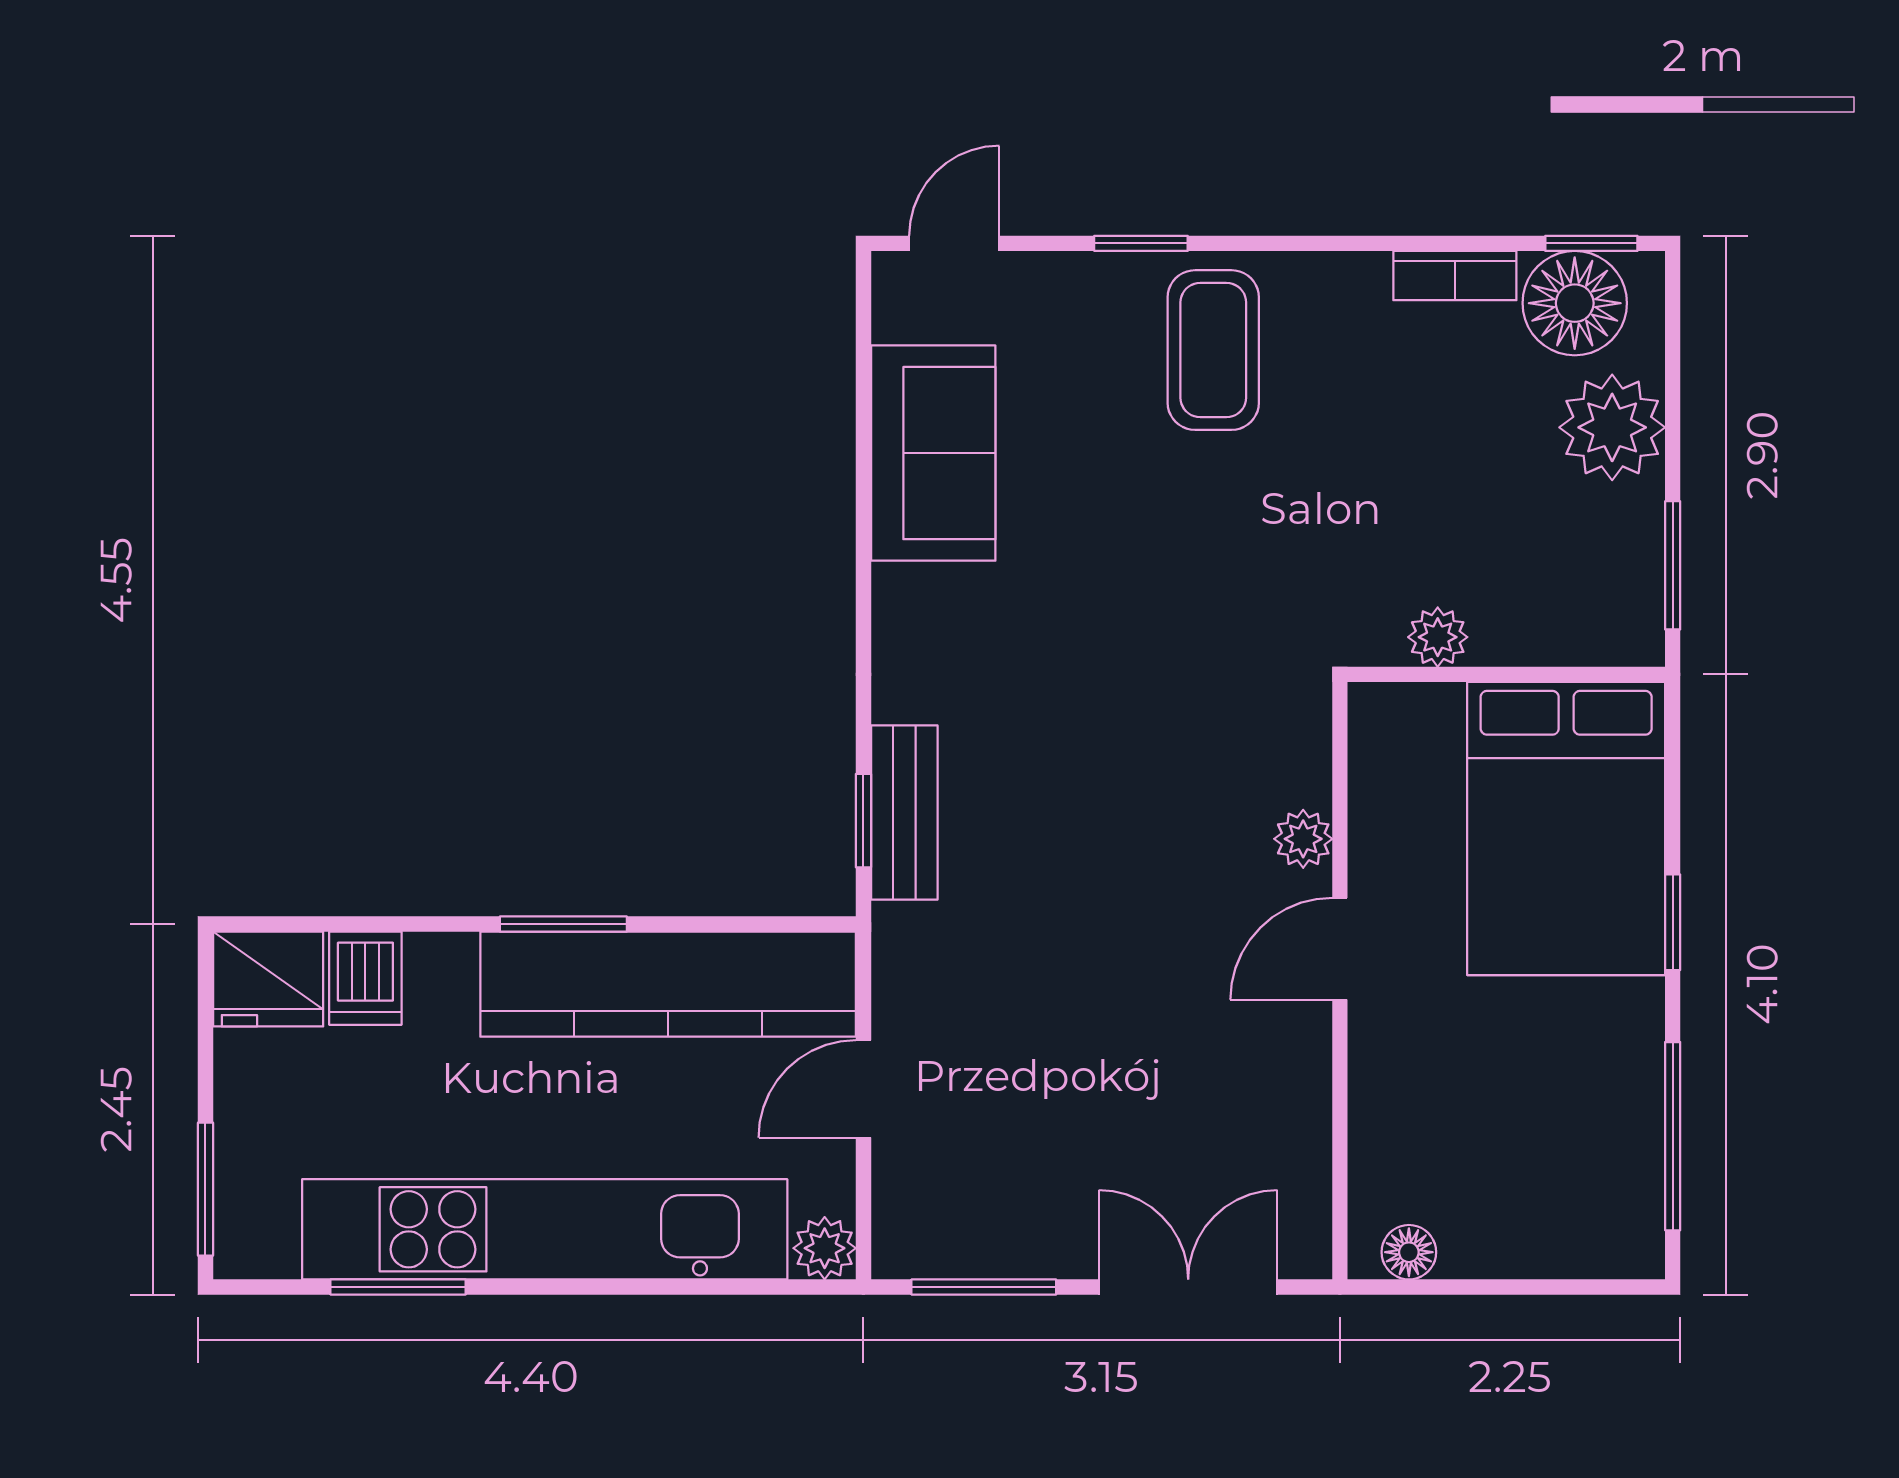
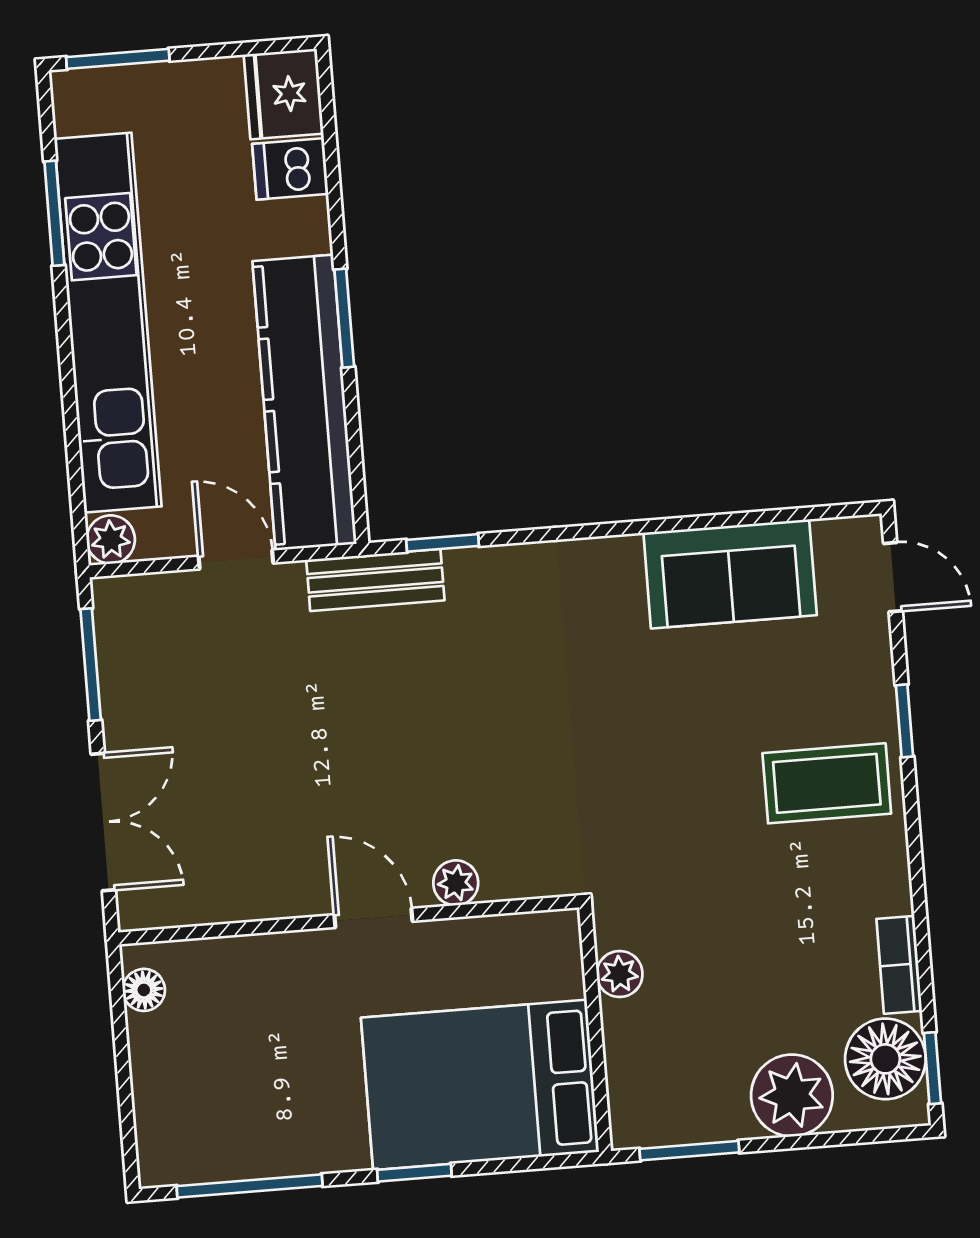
bench: (904, 812) -> (375, 580), moved

